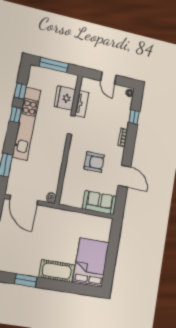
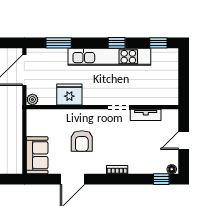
window: (54, 65) -> (184, 74), removed
window: (20, 91) -> (158, 43), moved
fridge: (65, 98) -> (69, 94), moved
window: (134, 117) -> (161, 179), moved

